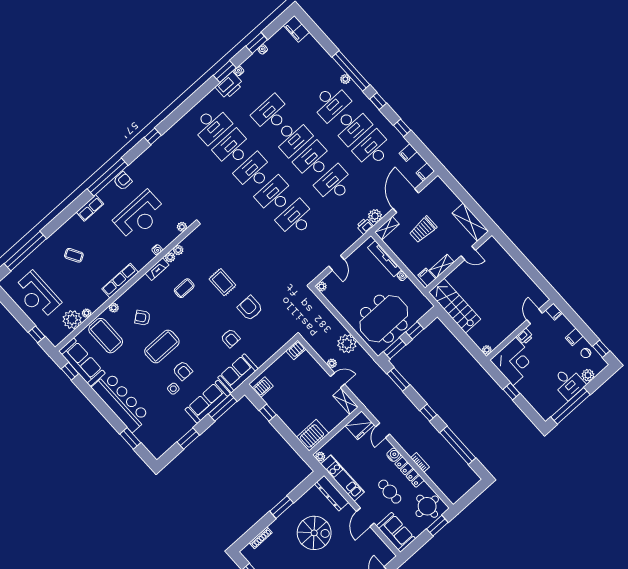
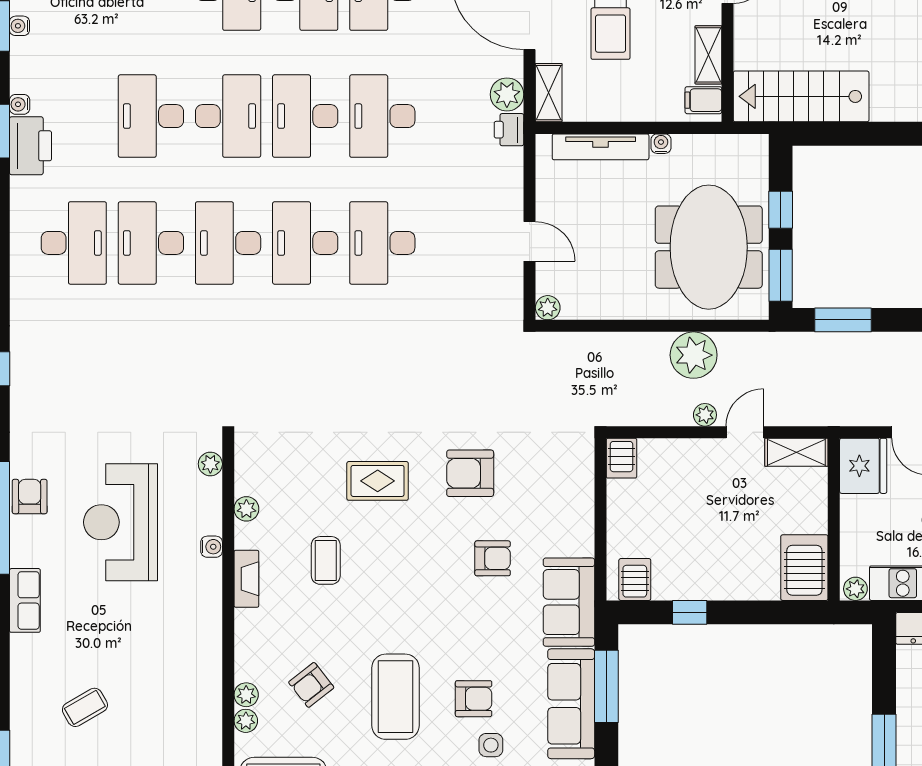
reception desk: (140, 216) -> (121, 522), turned 180
plant: (170, 257) -> (246, 695), moved
row of seats: (120, 281) -> (207, 665), removed

